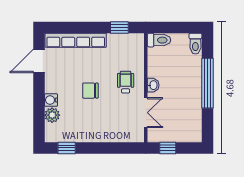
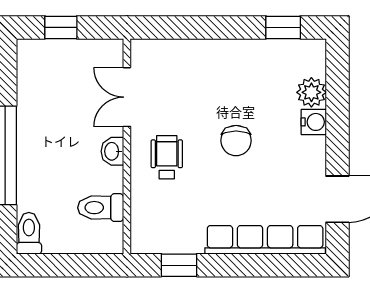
toilet: (159, 40) -> (101, 208), moved
wheelchair: (126, 82) -> (167, 157), turned 180
chair: (90, 91) -> (236, 141), turned 90
window: (168, 148) -> (61, 27), moved

